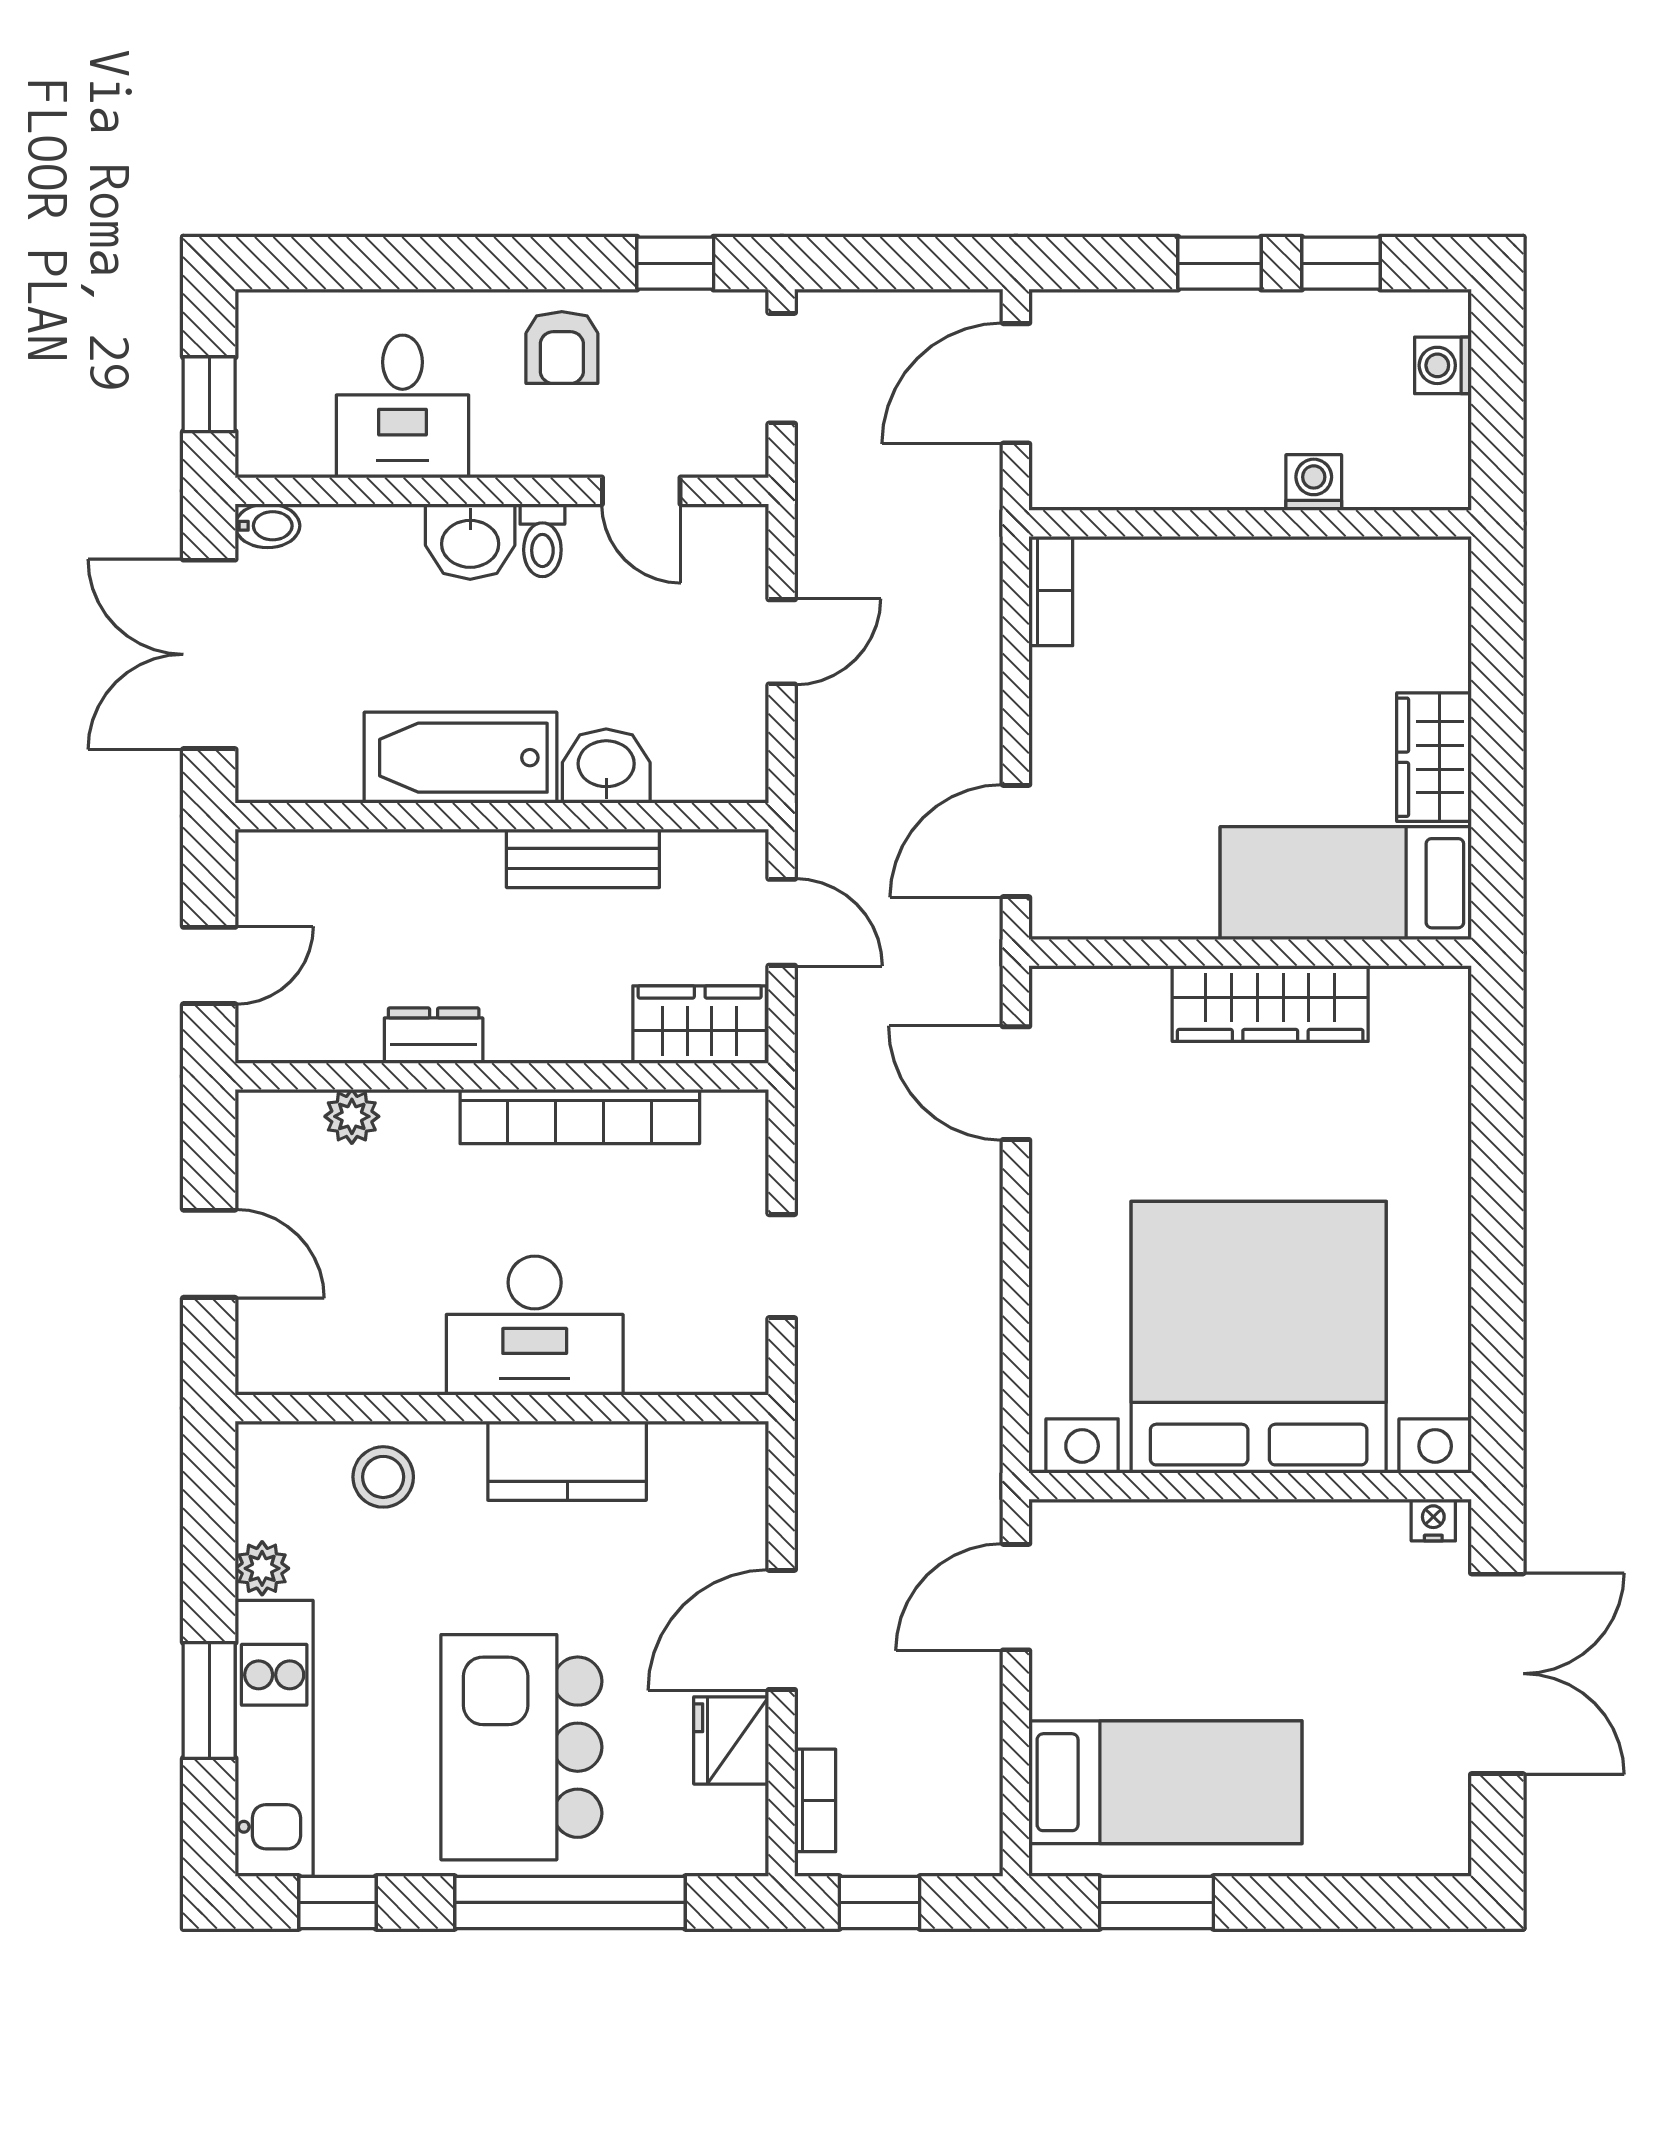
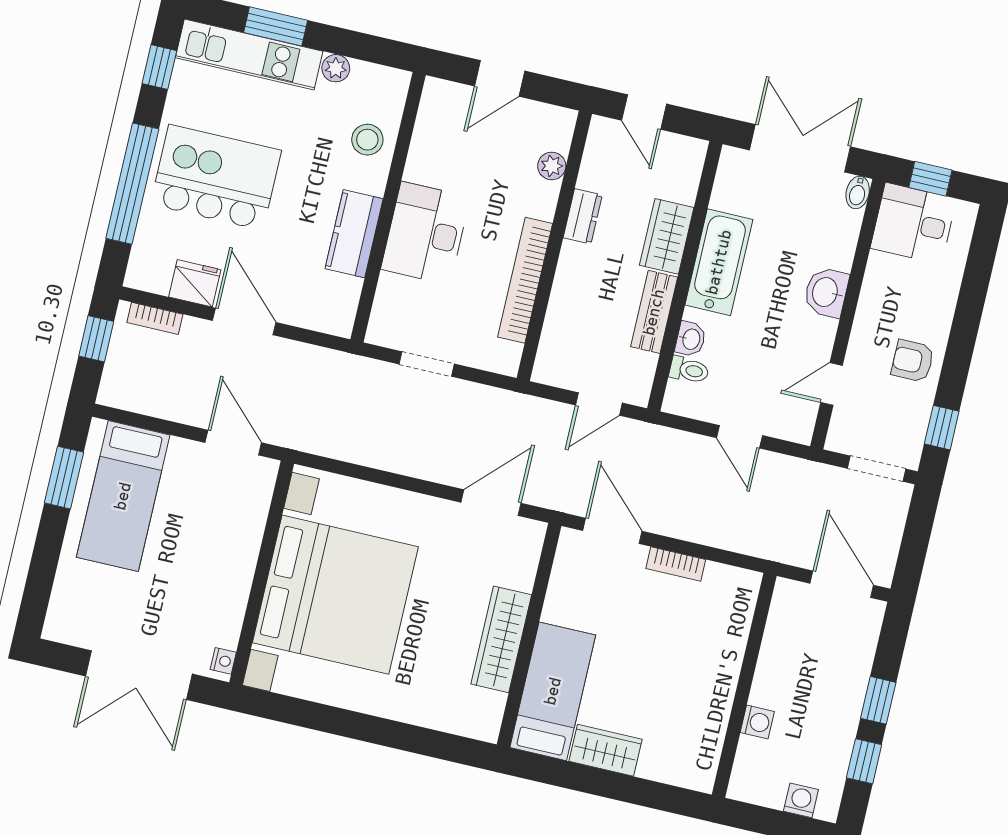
desk: (402, 406) -> (913, 223), moved
toilet: (542, 540) -> (689, 370), moved, turned 180
bookcase: (1051, 591) -> (676, 564), moved
washbasin: (606, 766) -> (691, 339), width x0.72, depth x0.69
wardrobe: (700, 1025) -> (667, 236), moved, turned 180

